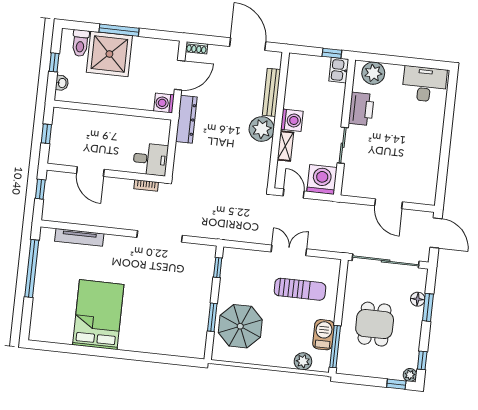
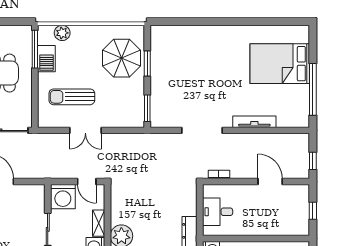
desk: (150, 159) -> (218, 212), moved
tv unit: (79, 237) -> (254, 122), moved
window: (218, 268) -> (147, 108), width x1.50
bed: (98, 315) -> (280, 64), moved, turned 90

